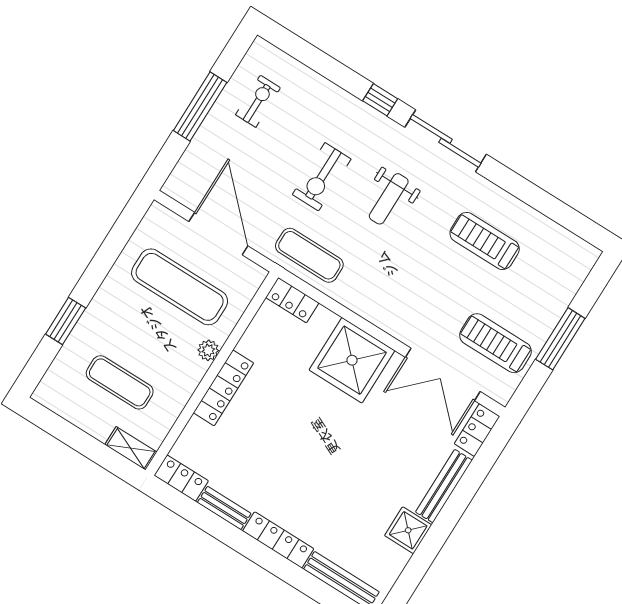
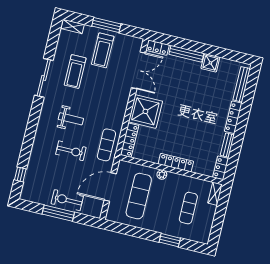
window: (380, 100) -> (20, 174), moved
exercise bike: (258, 101) -> (67, 200), moved, width x1.38, depth x1.39
sliding door: (446, 141) -> (44, 78), moved
shelving: (581, 267) -> (73, 26), added
locker: (292, 300) -> (130, 140), width x1.53
treadmill: (495, 343) -> (103, 50), moved

